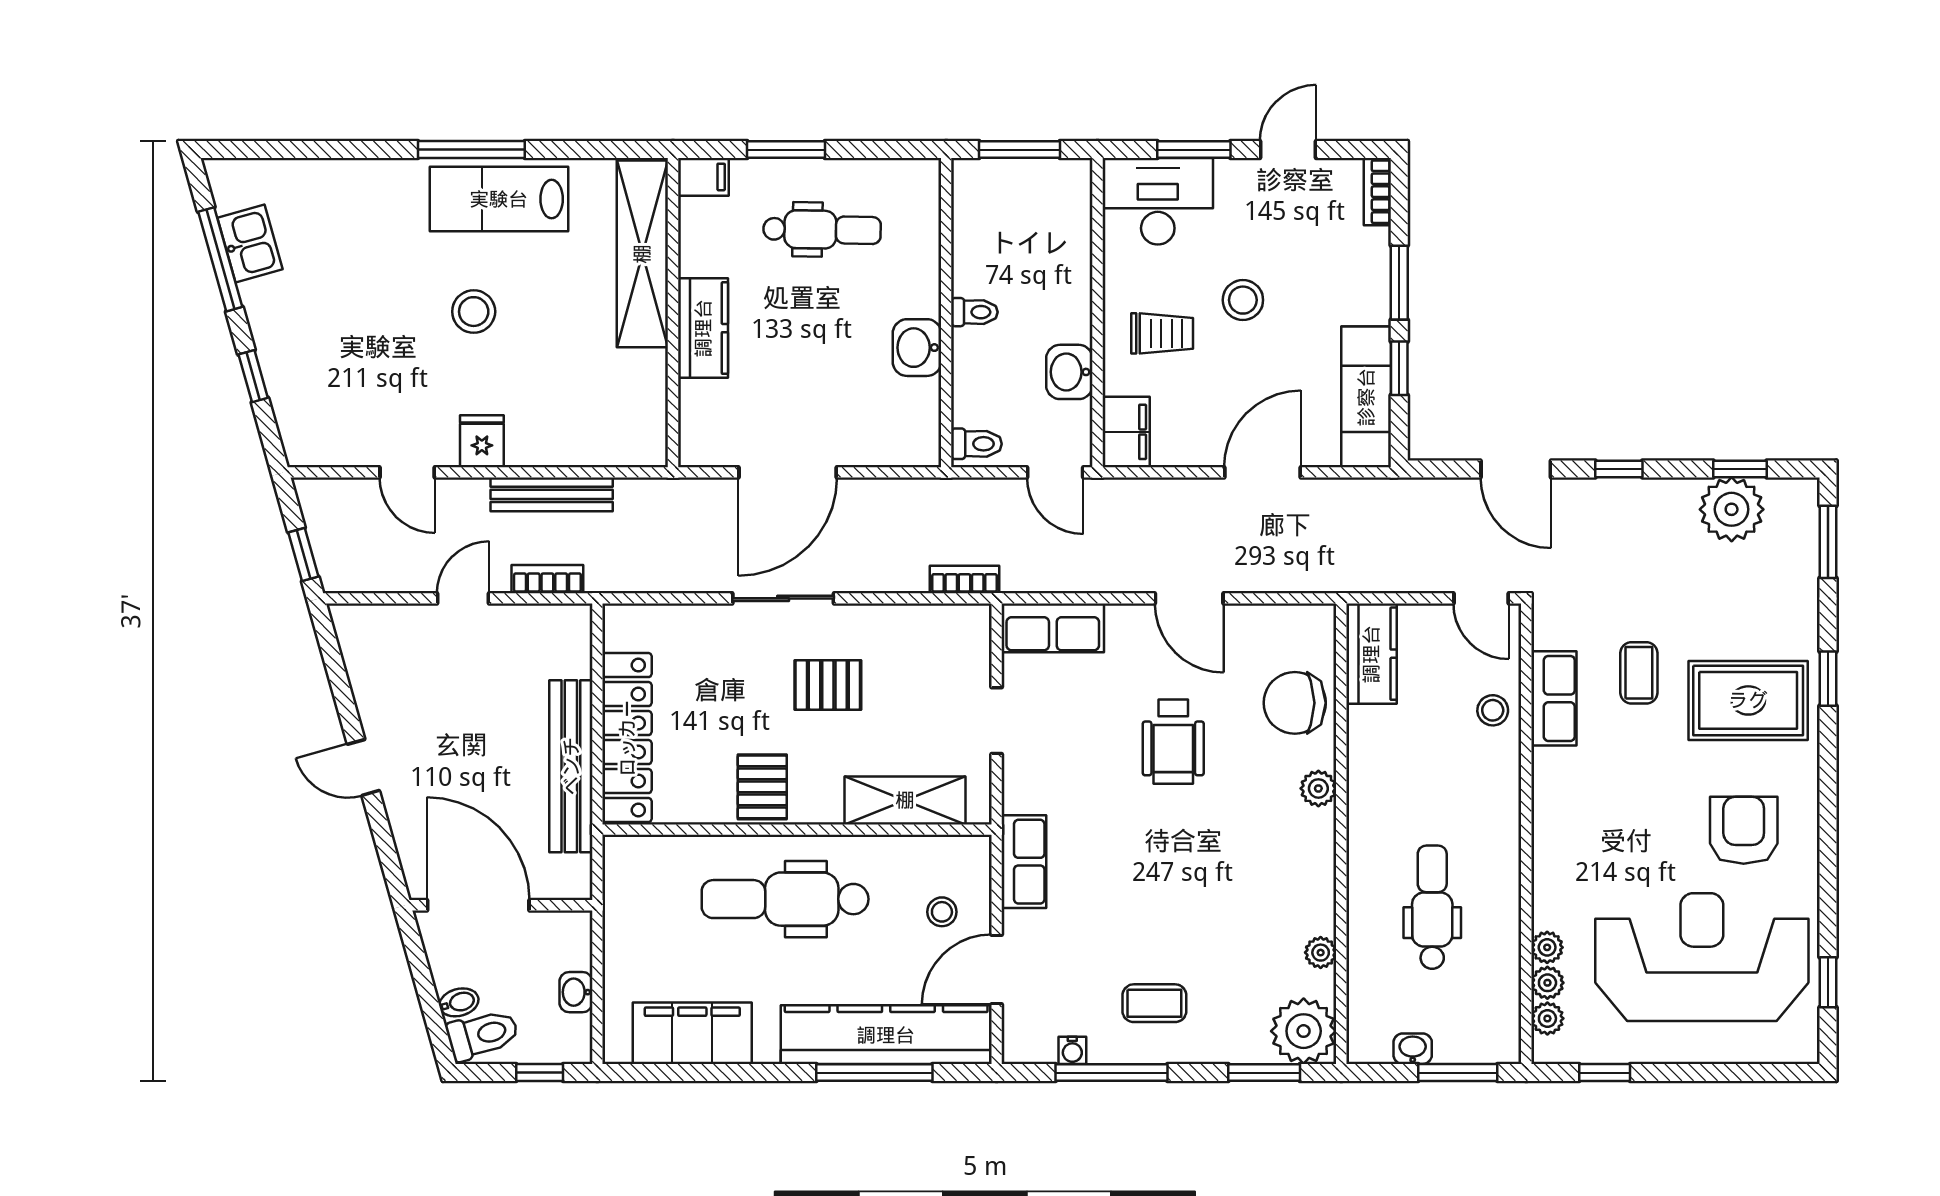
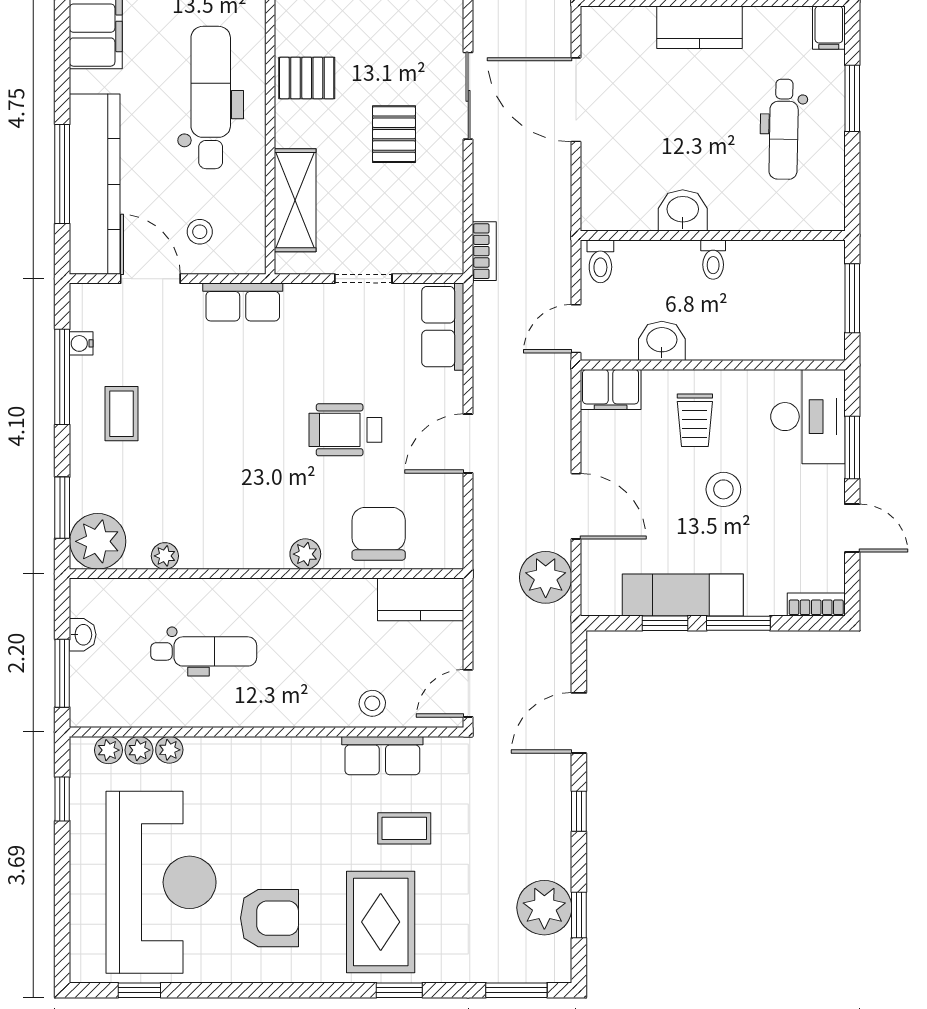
exam couch: (1366, 397) -> (683, 595), moved
plant: (1346, 508) -> (546, 577), added

